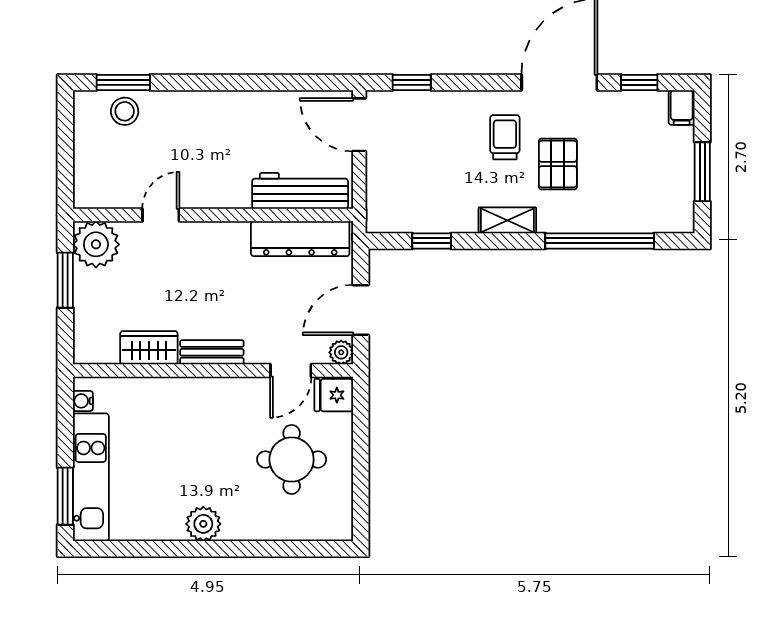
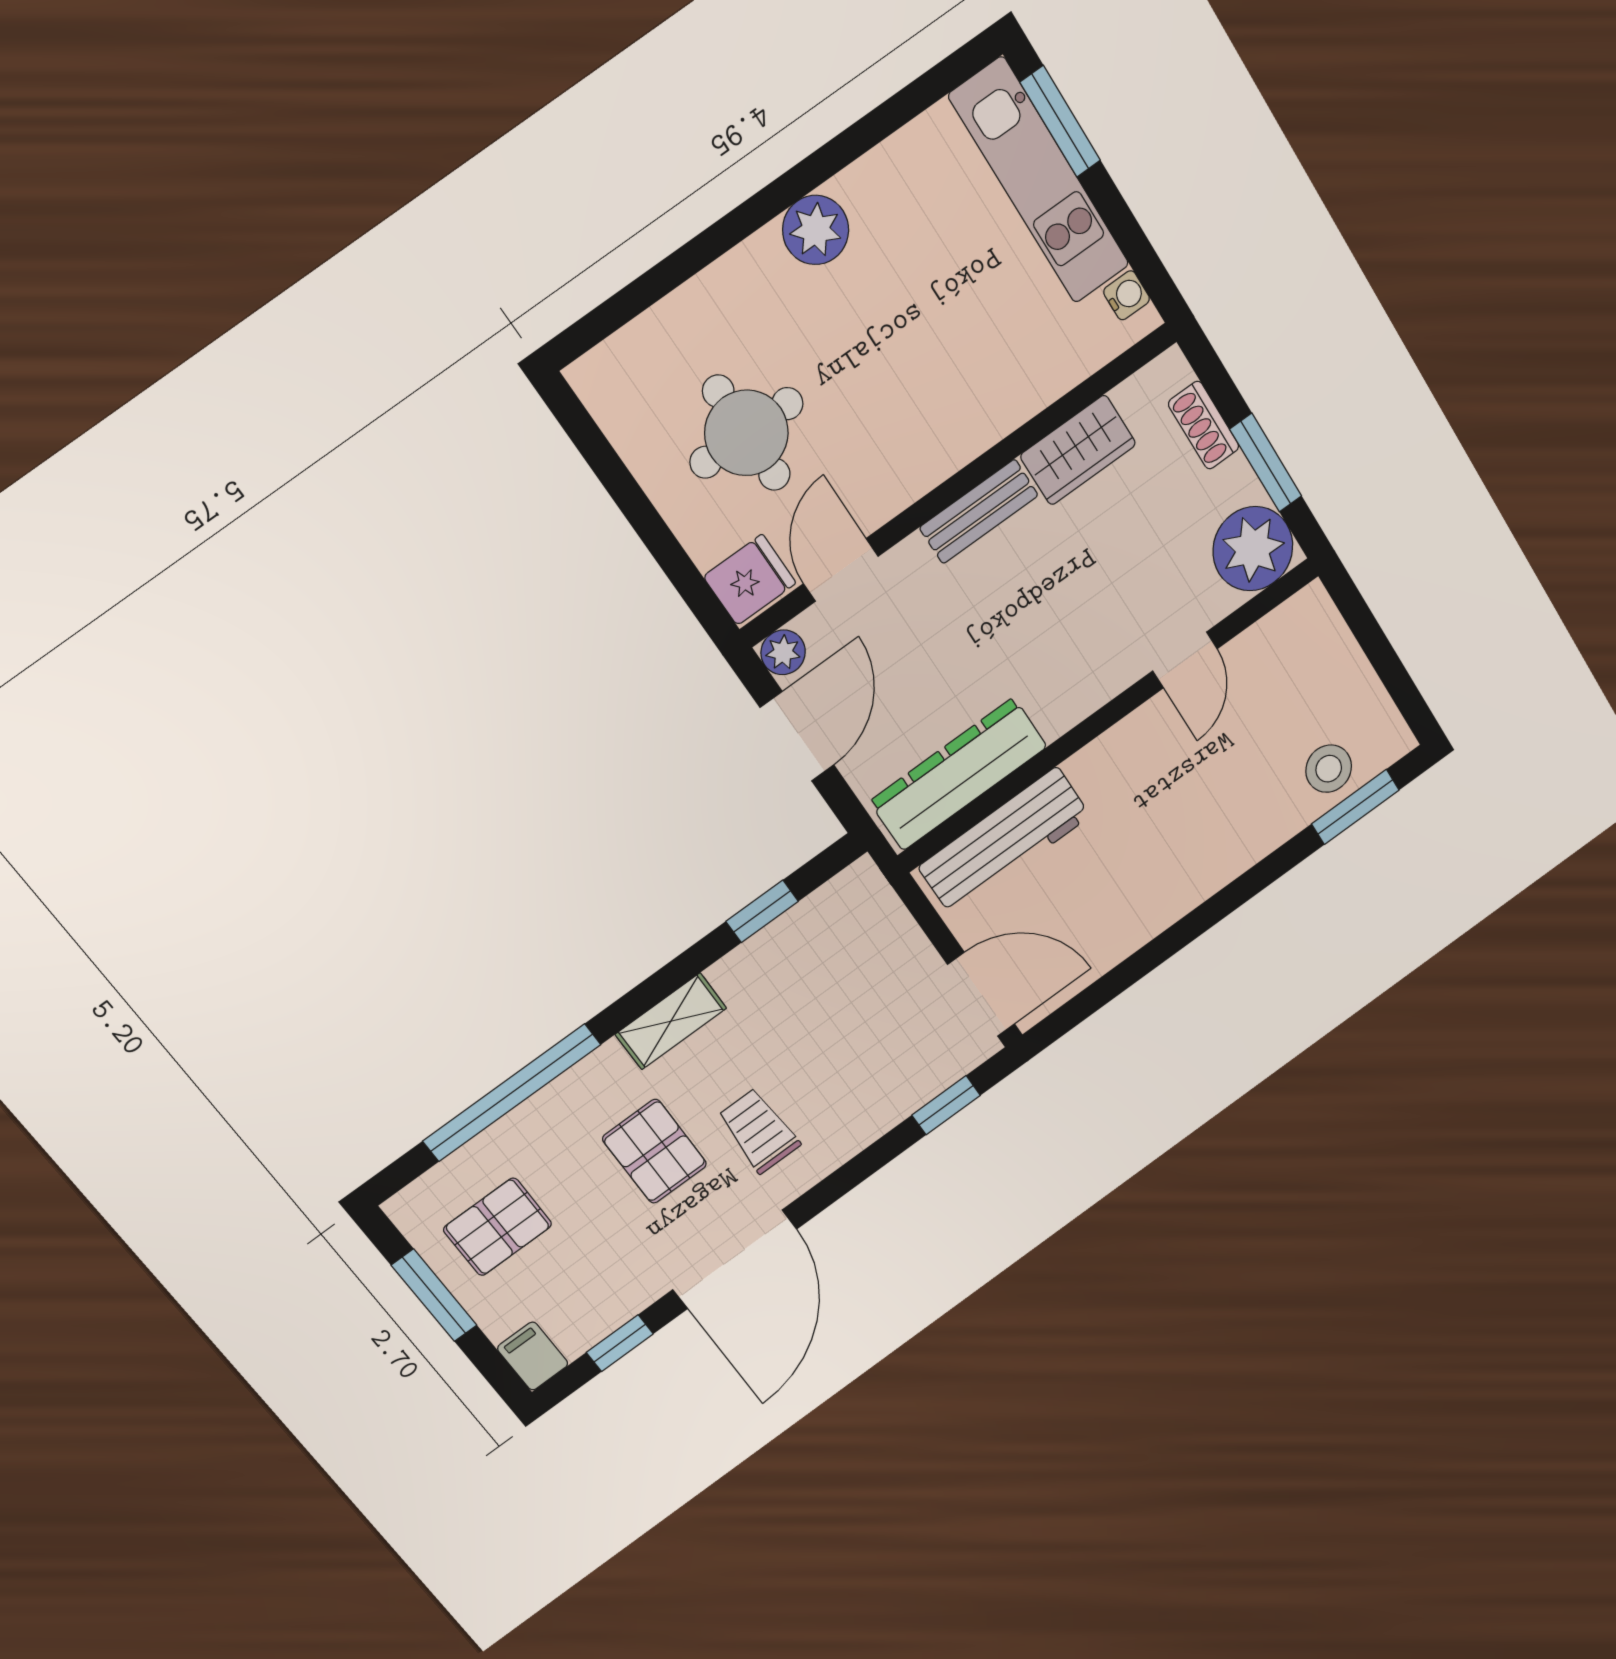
trolley: (505, 137) -> (759, 1131), turned 180
pallet: (651, 182) -> (498, 1227), added
shoe rack: (84, 318) -> (1204, 425), added

